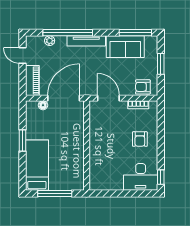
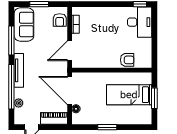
window: (135, 33) -> (11, 40), moved
sofa: (125, 47) -> (24, 25), moved
armchair: (140, 139) -> (127, 60), moved
bed: (37, 165) -> (129, 95), moved
window: (55, 193) -> (154, 98), width x0.69

